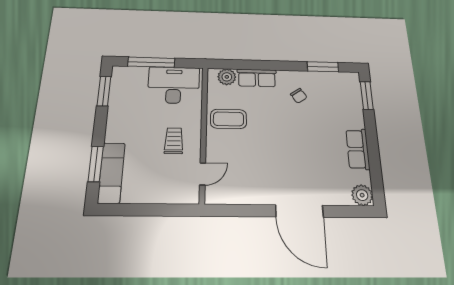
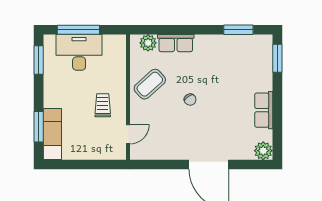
desk: (174, 85) -> (79, 52), moved
chair: (299, 96) -> (190, 100), moved
coffee table: (229, 119) -> (150, 84), turned -42

